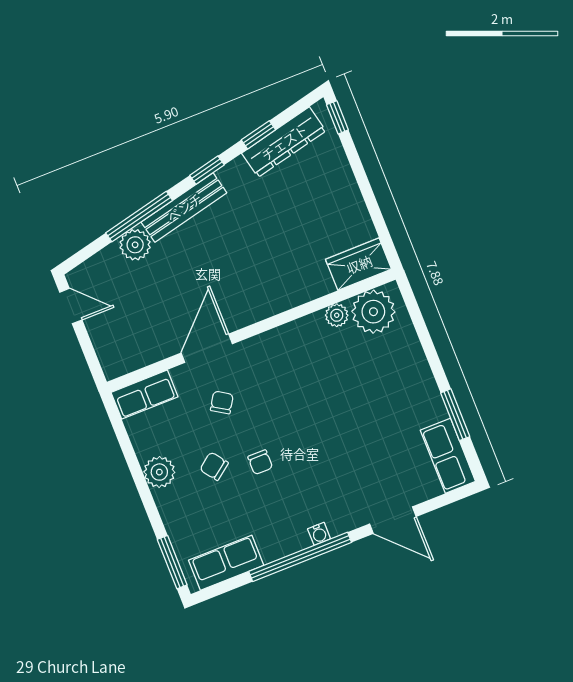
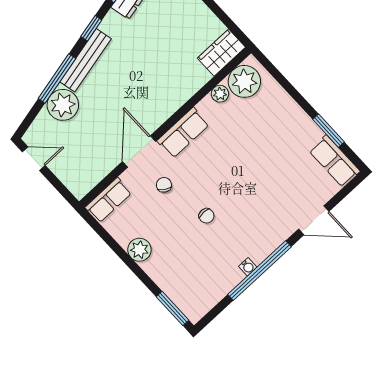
plant: (135, 245) -> (63, 105), width x1.36, depth x1.36
chair: (214, 466) -> (176, 231), removed
water cooler: (319, 534) -> (248, 267), moved
row of seats: (226, 563) -> (183, 133), moved, turned 180

